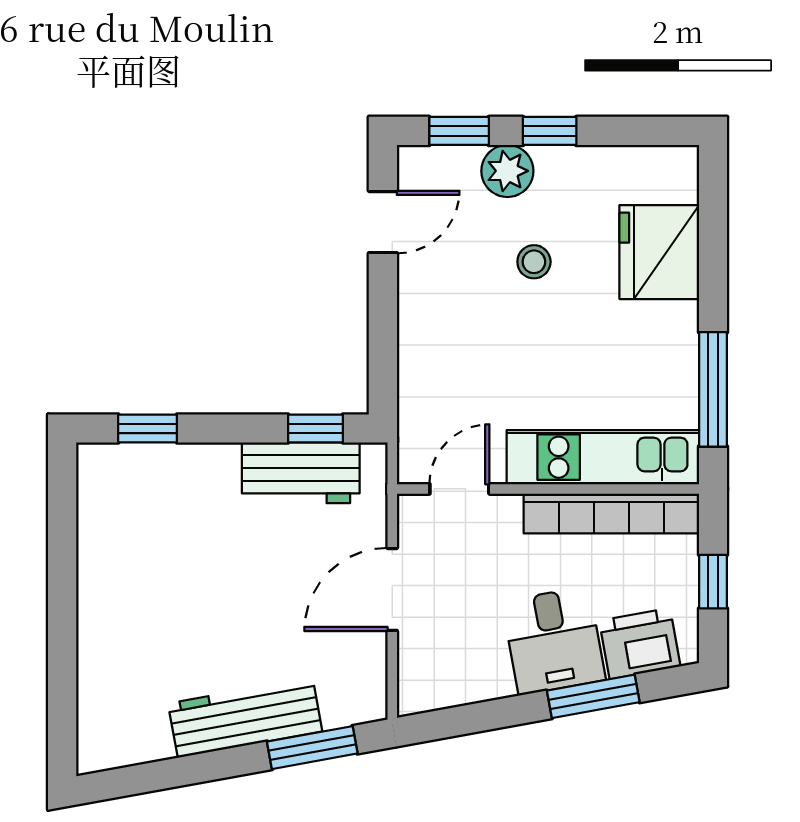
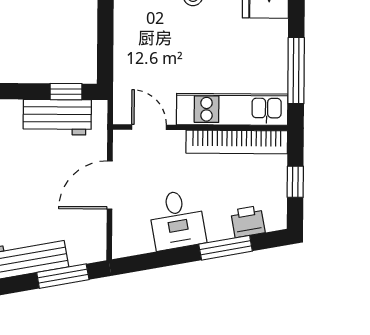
door: (459, 489) -> (149, 127), hinge flipped
desk: (554, 641) -> (177, 220), moved
printer: (640, 643) -> (248, 222), width x0.73, depth x0.81

